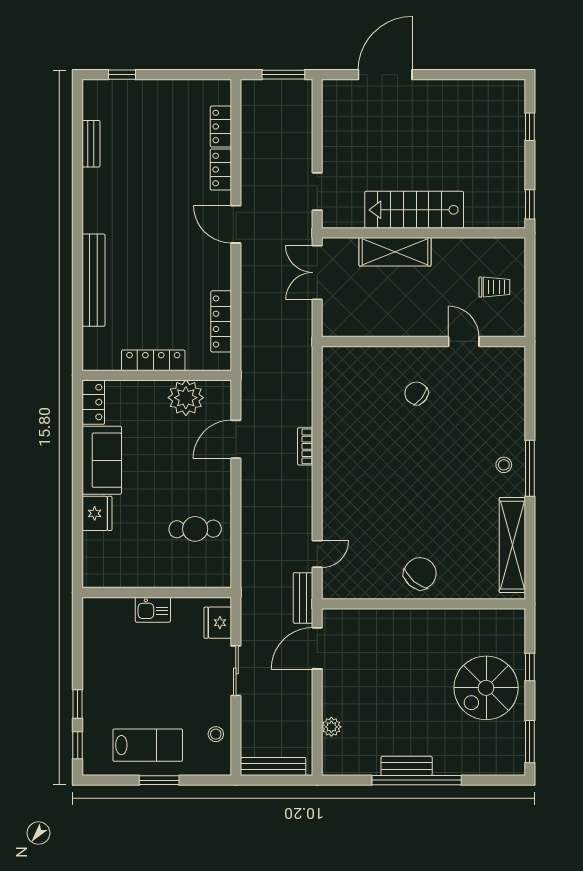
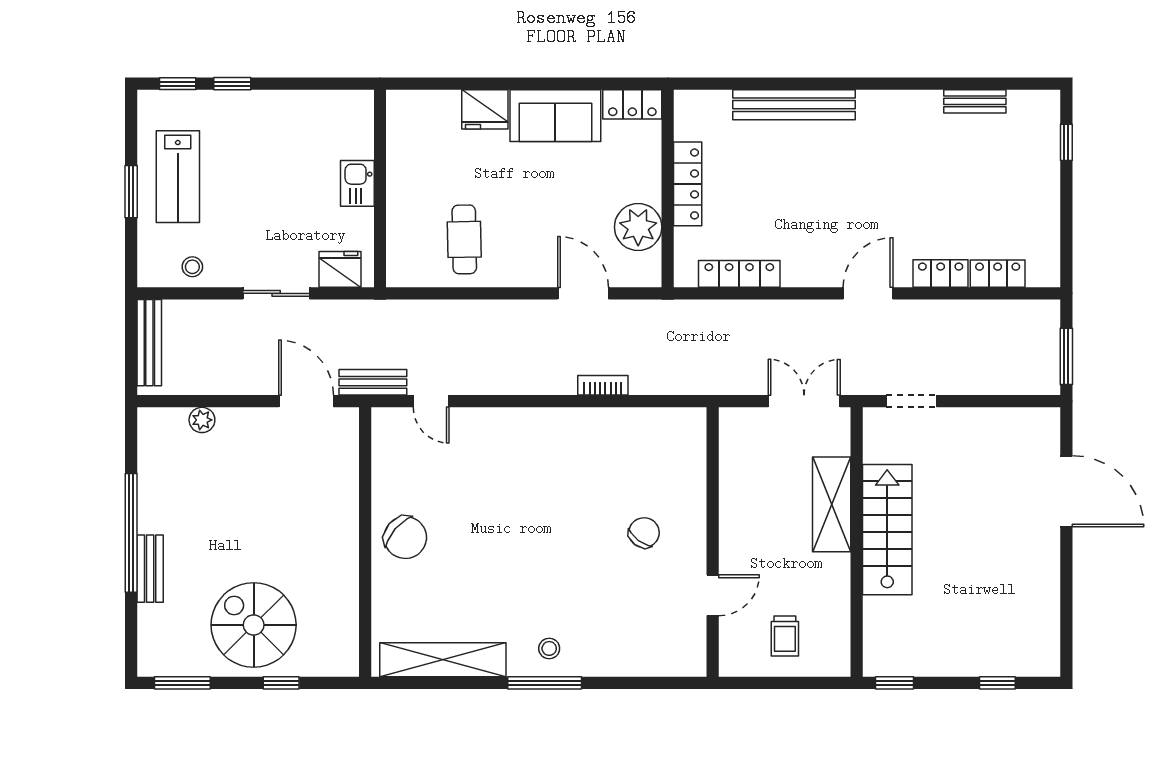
bookcase: (305, 446) -> (603, 385), moved
bench: (407, 766) -> (150, 569), moved

